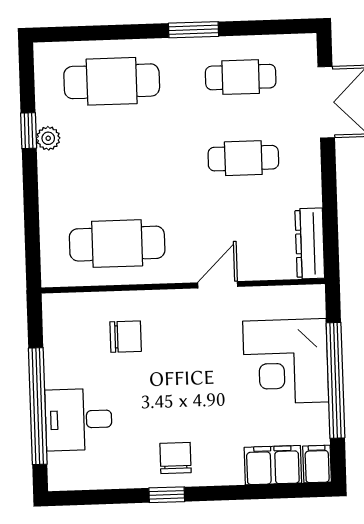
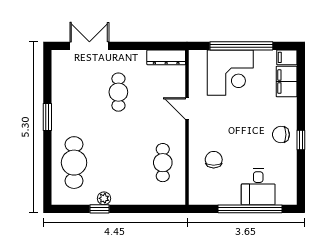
cafe table: (241, 77) -> (74, 92), removed
cafe table: (117, 244) -> (163, 163), width x0.73, depth x0.74

